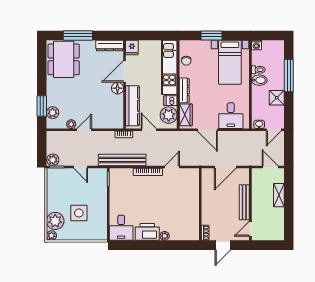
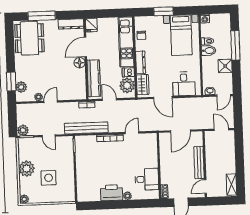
shelving: (279, 195) -> (231, 185), moved
plant: (55, 221) -> (27, 169), moved
desk: (121, 228) -> (147, 179), moved, turned -90

